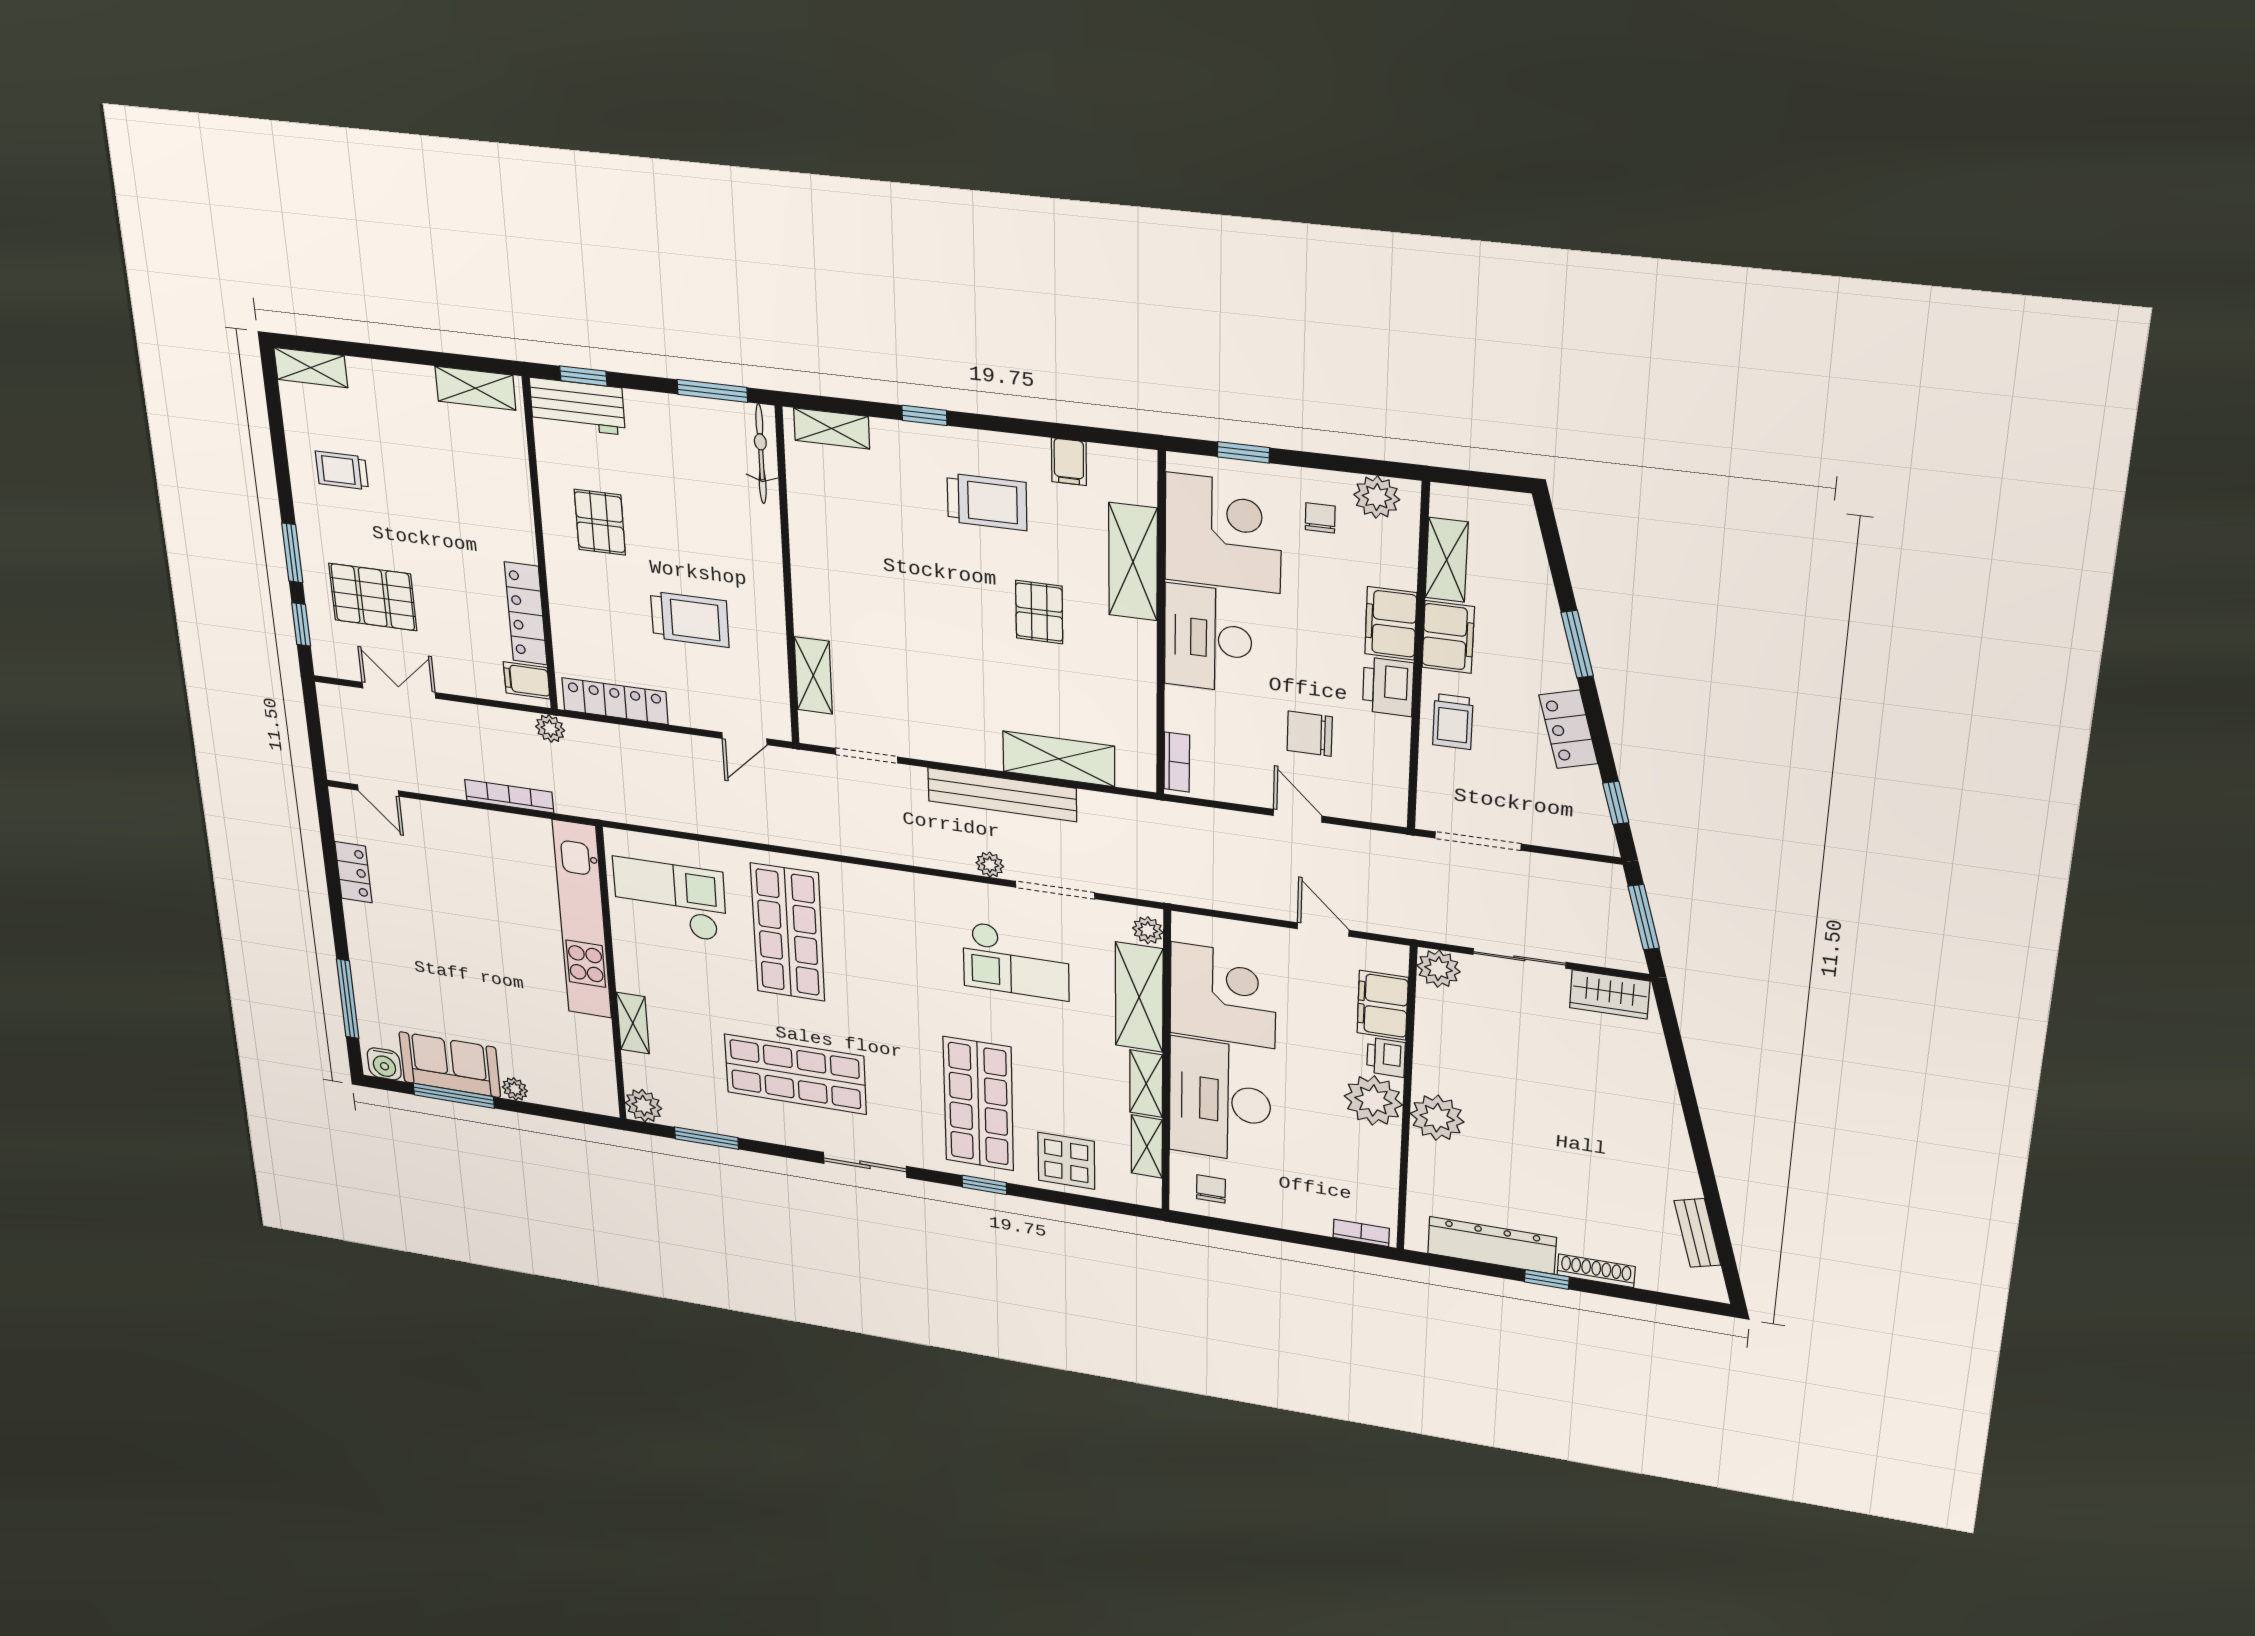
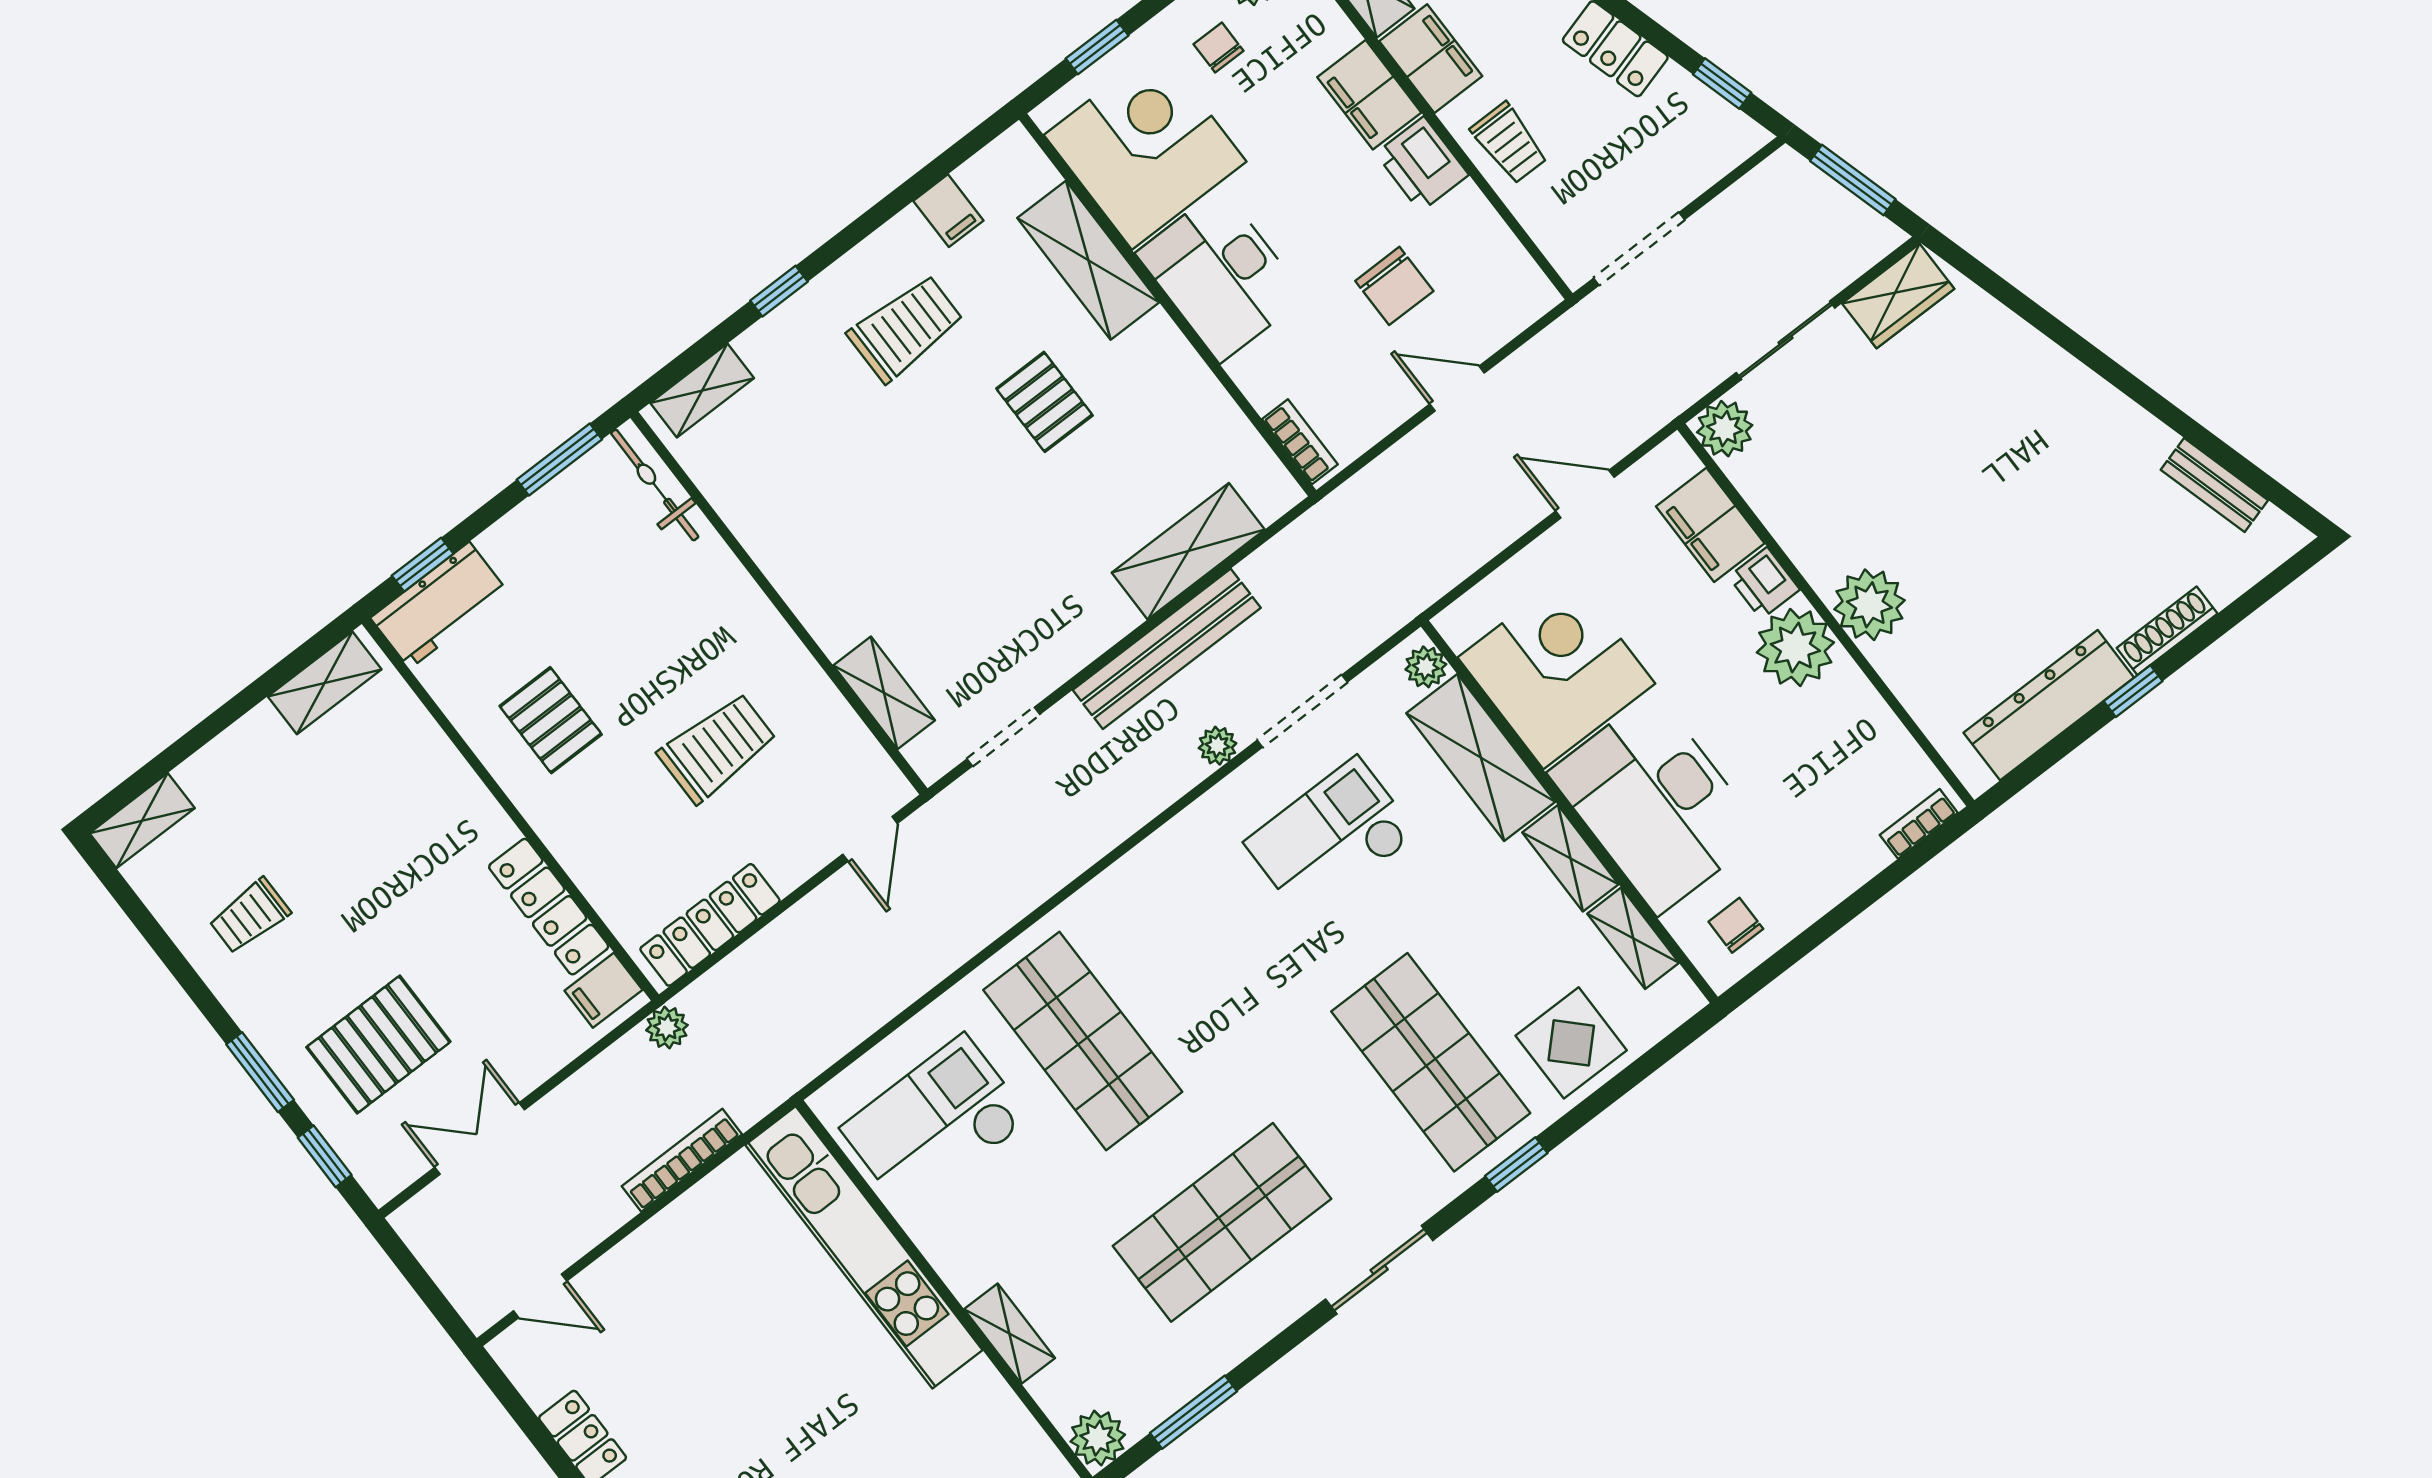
chair: (1310, 734) -> (1394, 286), turned -90
checkout: (1016, 961) -> (1331, 838), turned 180

